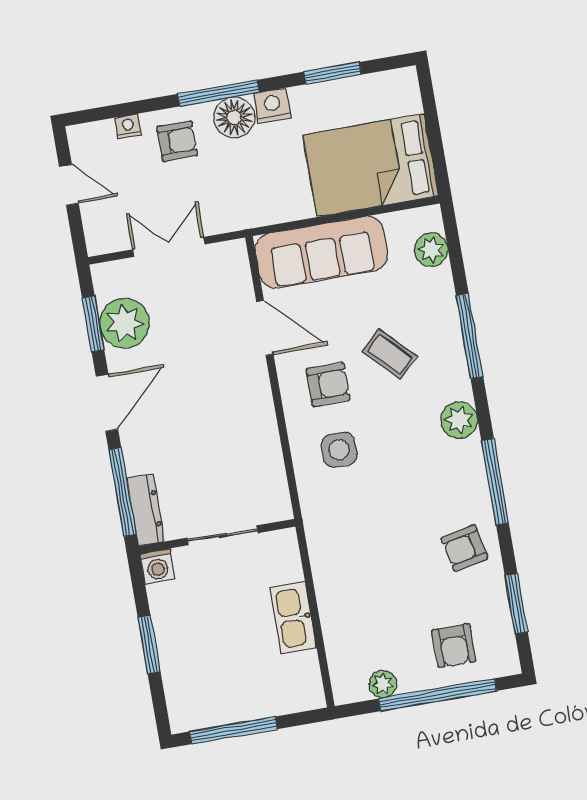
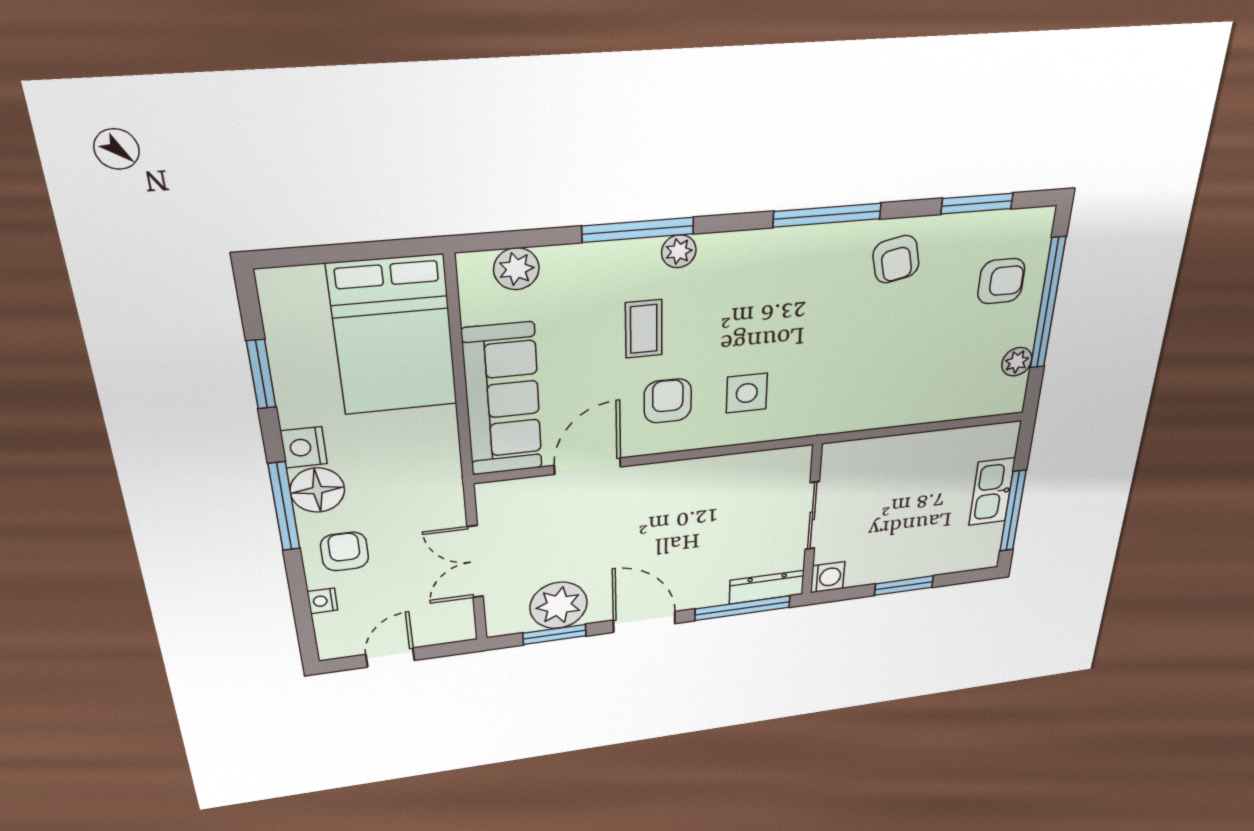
coffee table: (390, 354) -> (644, 329), turned -46
plant: (459, 420) -> (679, 251), moved, width x0.73, depth x0.73
kitchen sink: (293, 618) -> (992, 492), moved, turned 90

